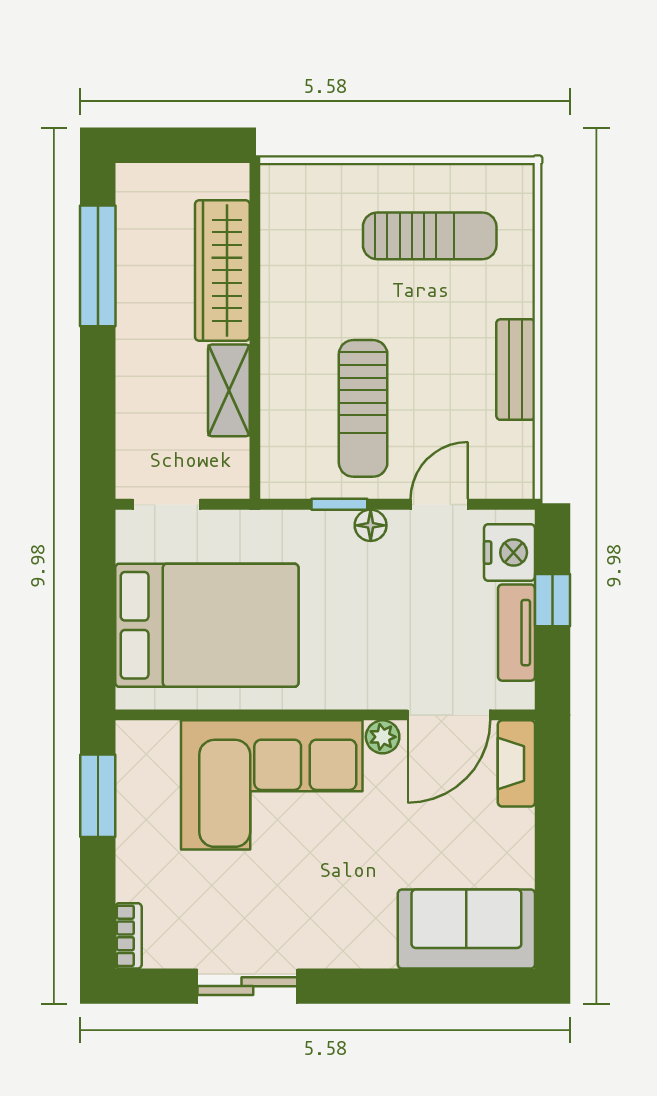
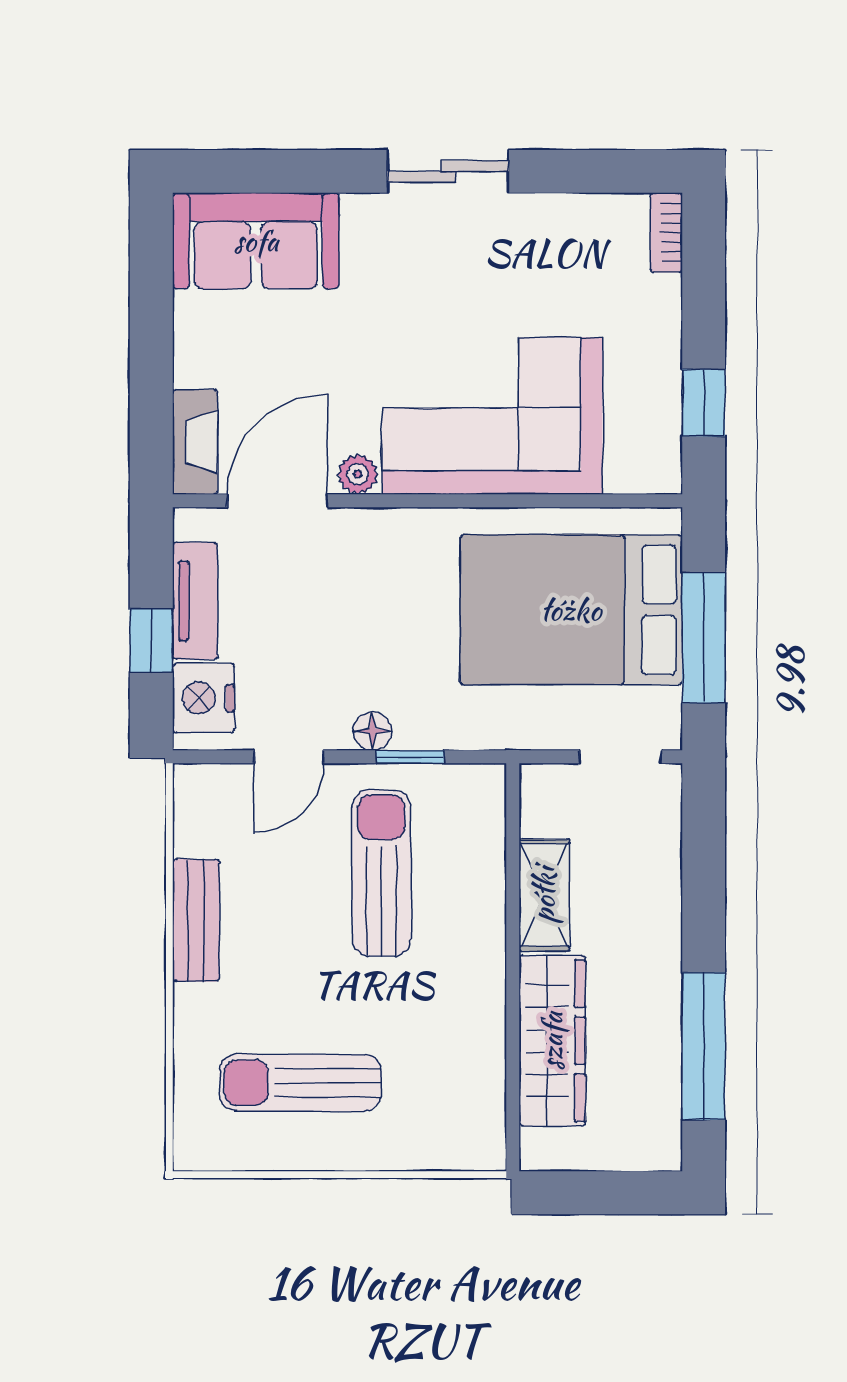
window: (98, 602) -> (704, 638), added
window: (98, 796) -> (704, 403), width x0.67
sliding door: (247, 986) -> (448, 171), moved

